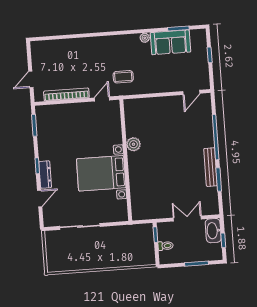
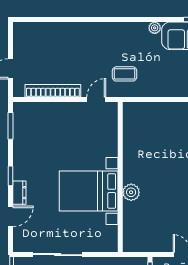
plant: (134, 144) -> (131, 192), moved
dresser: (45, 175) -> (19, 193), width x0.70

